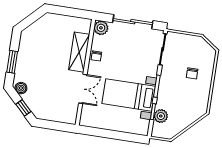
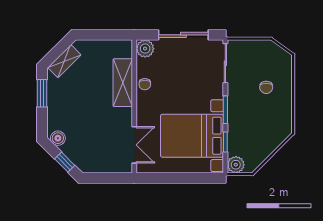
shelving: (35, 28) -> (64, 61), added
window: (12, 62) -> (42, 93), moved
double door: (83, 89) -> (134, 145), moved
bed with nightstands: (129, 95) -> (192, 136), width x1.36
plant: (161, 116) -> (236, 165), moved

